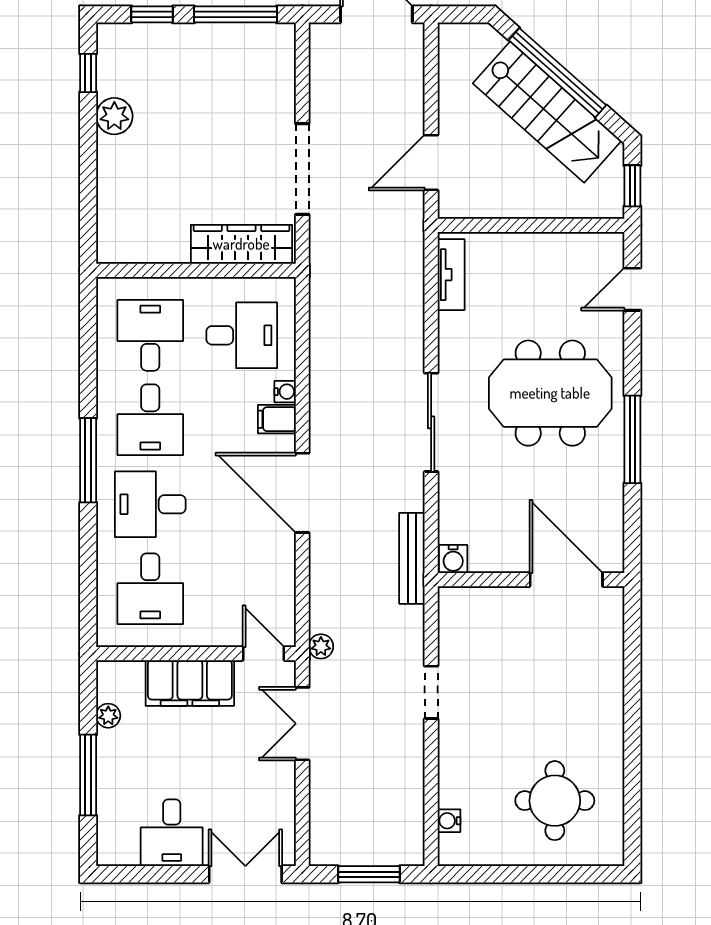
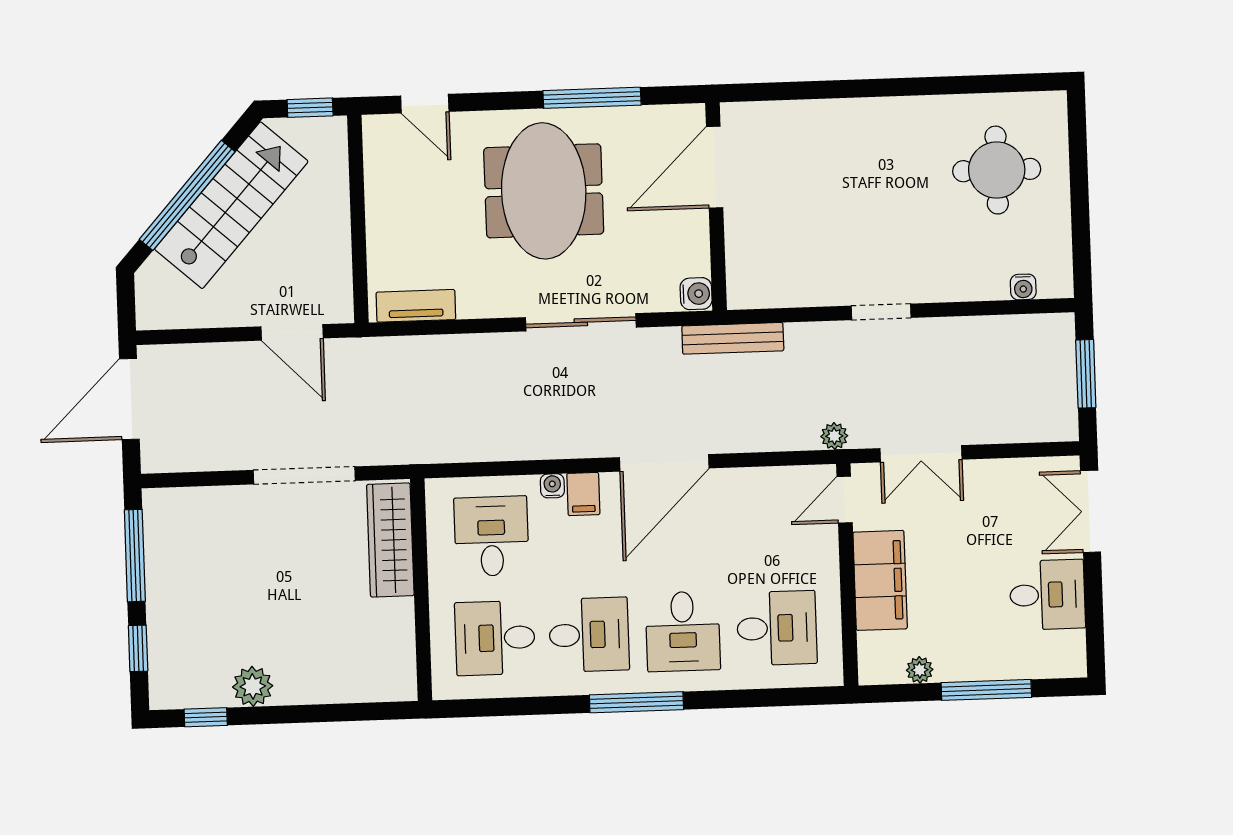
water cooler: (453, 559) -> (696, 294), moved
wall: (531, 580) -> (716, 206), moved
door: (566, 580) -> (715, 167), moved

